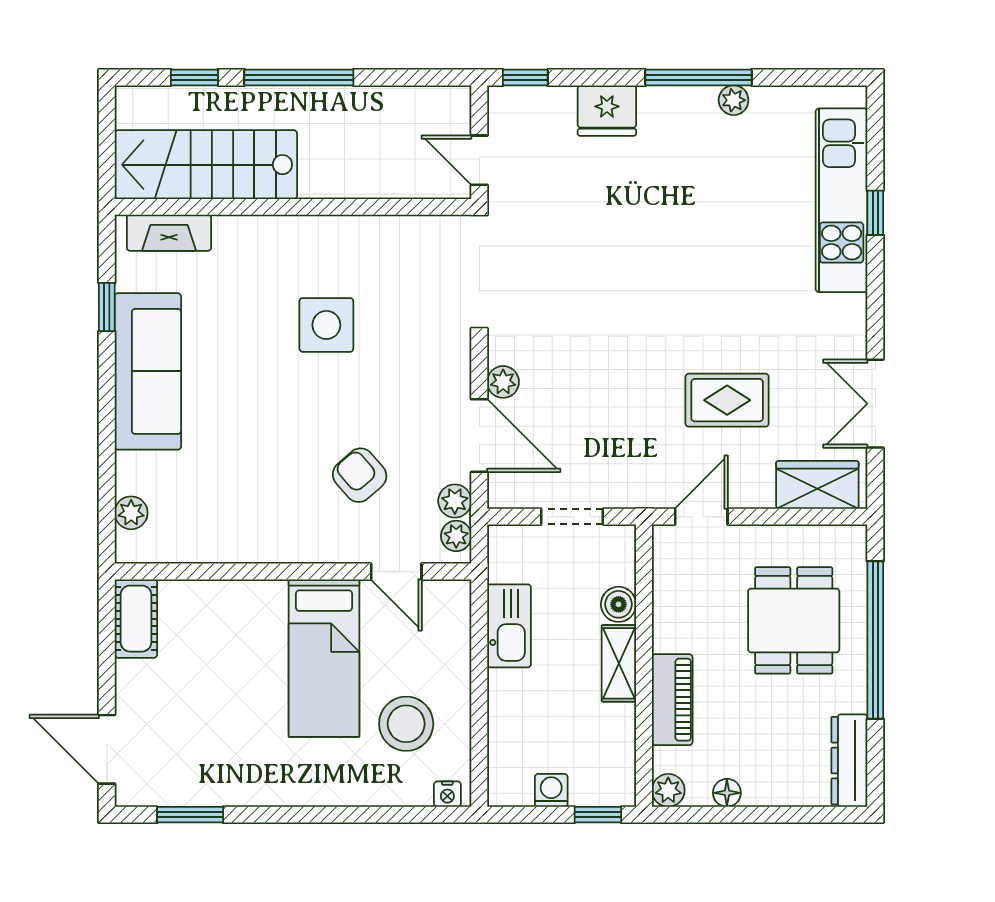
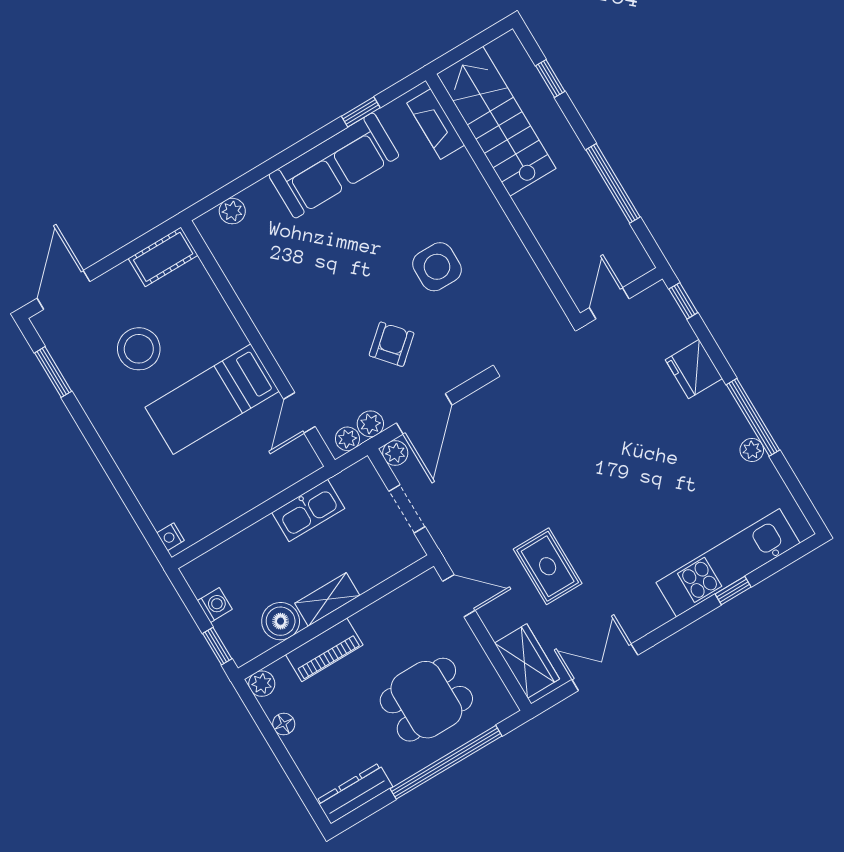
window: (299, 77) -> (613, 183), moved
plant: (503, 382) -> (395, 453), moved
armchair: (360, 475) -> (392, 344), moved
boiler: (619, 604) -> (281, 621), moved, width x1.36, depth x1.36
stool: (406, 724) -> (139, 349), moved

